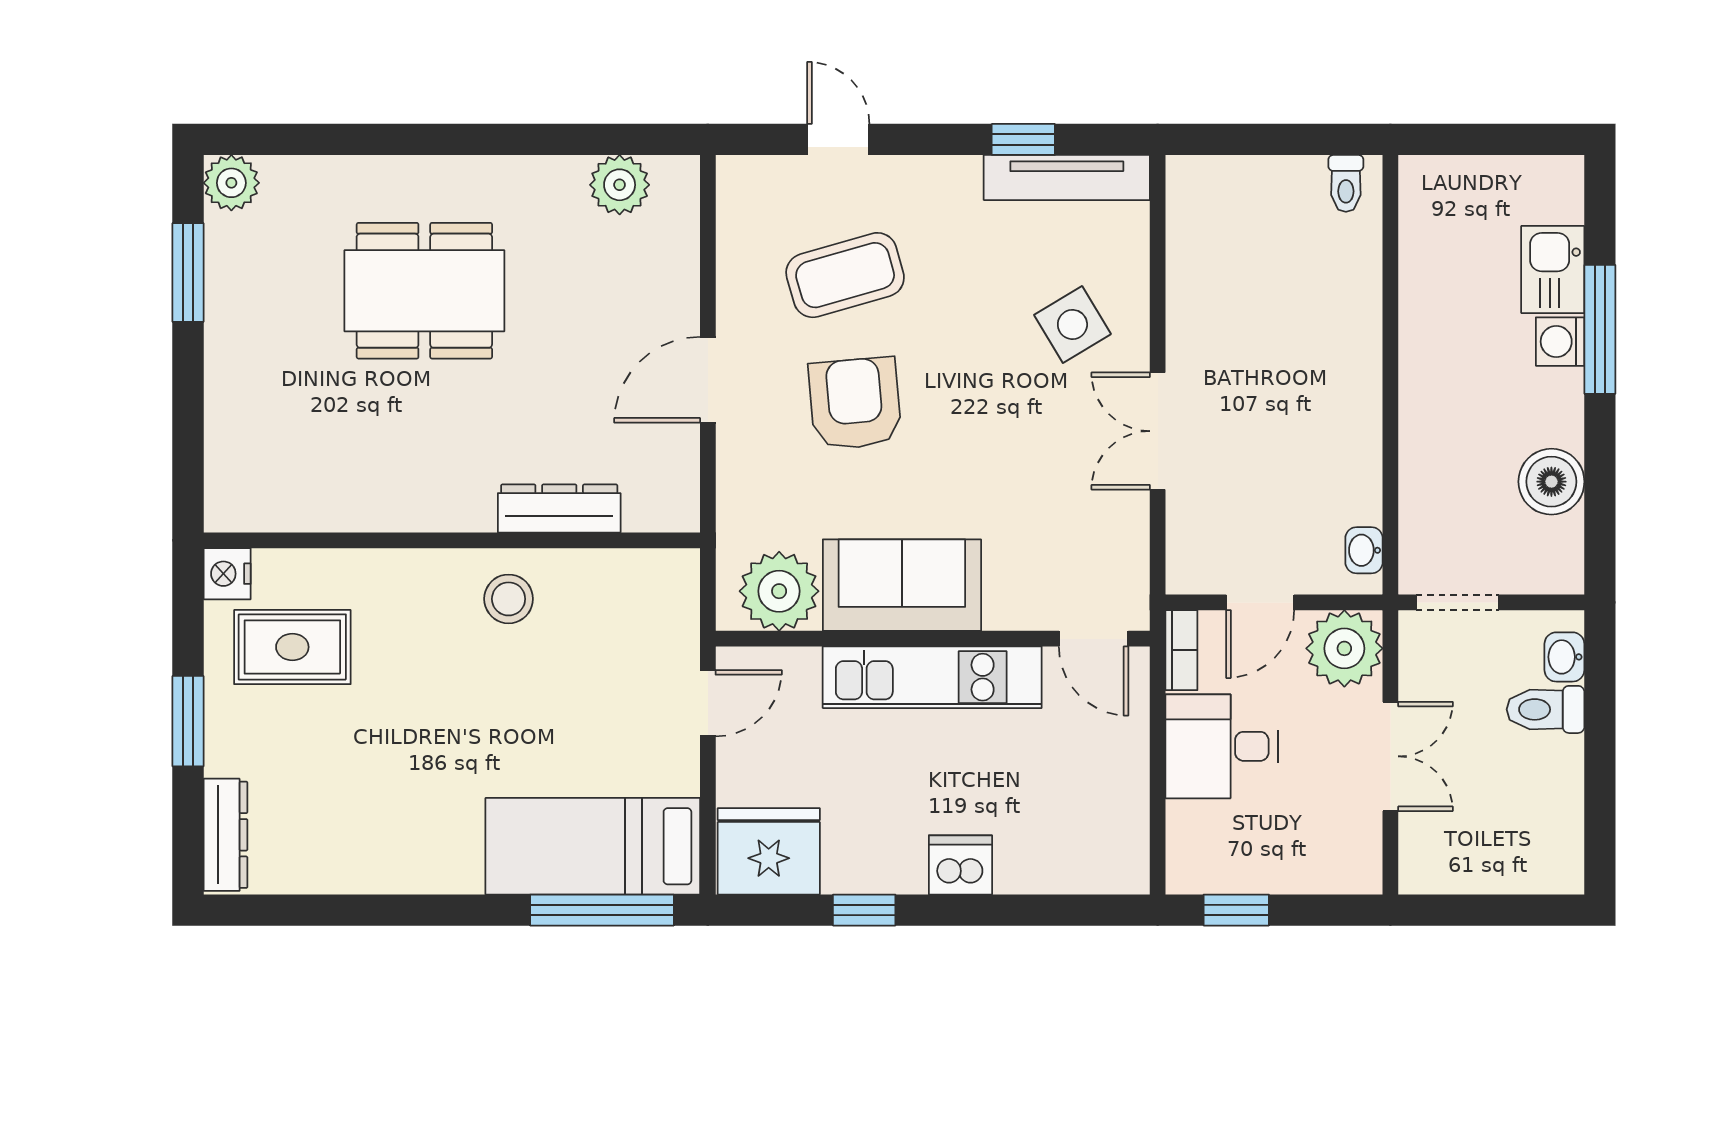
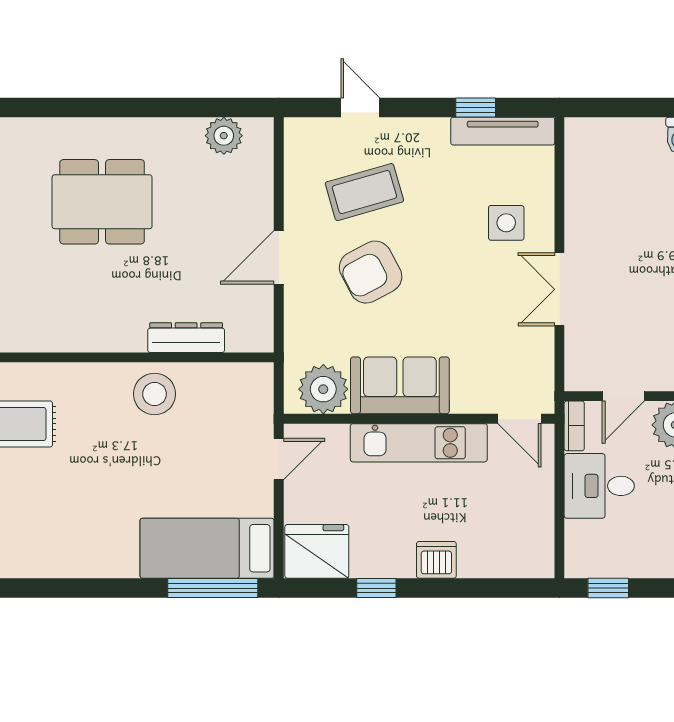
side table: (1072, 324) -> (506, 223), turned 31
armchair: (855, 403) -> (371, 272), turned -113
stool: (509, 599) -> (155, 394), width x1.38, depth x1.38

